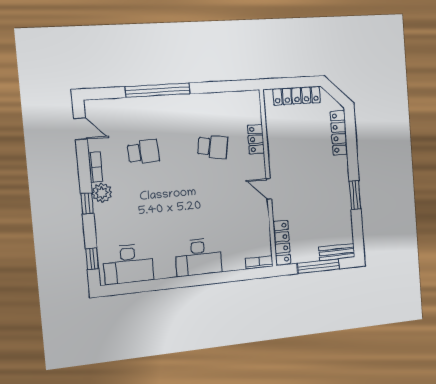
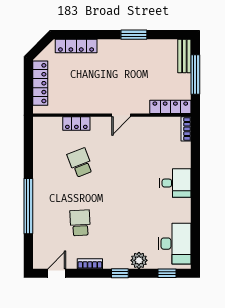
school desk: (213, 147) -> (80, 163), turned -30
plant: (102, 193) -> (139, 260), moved
desk: (198, 257) -> (175, 183), width x0.73

